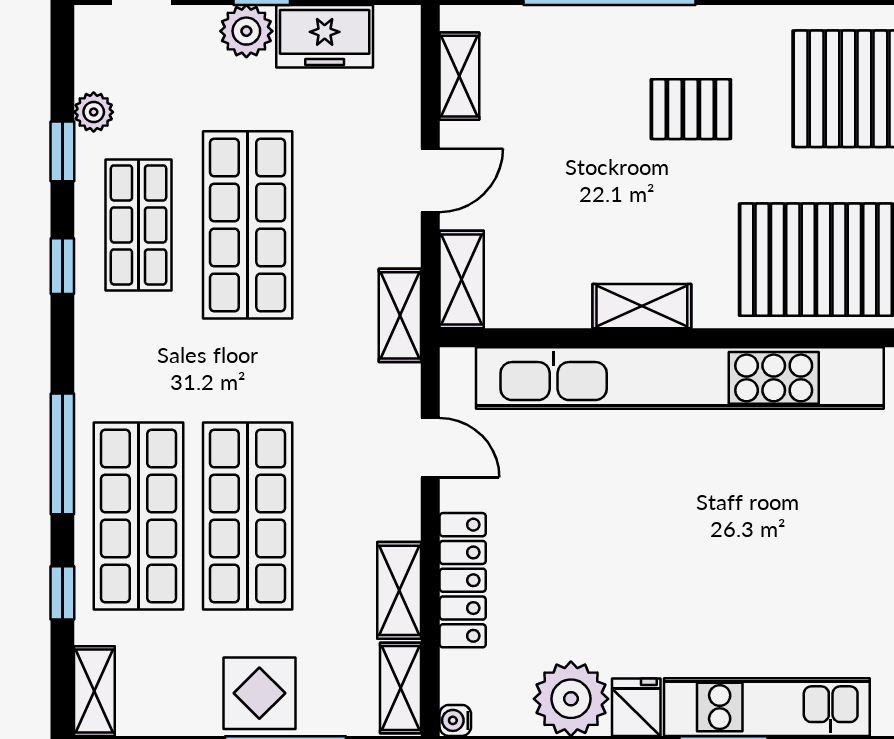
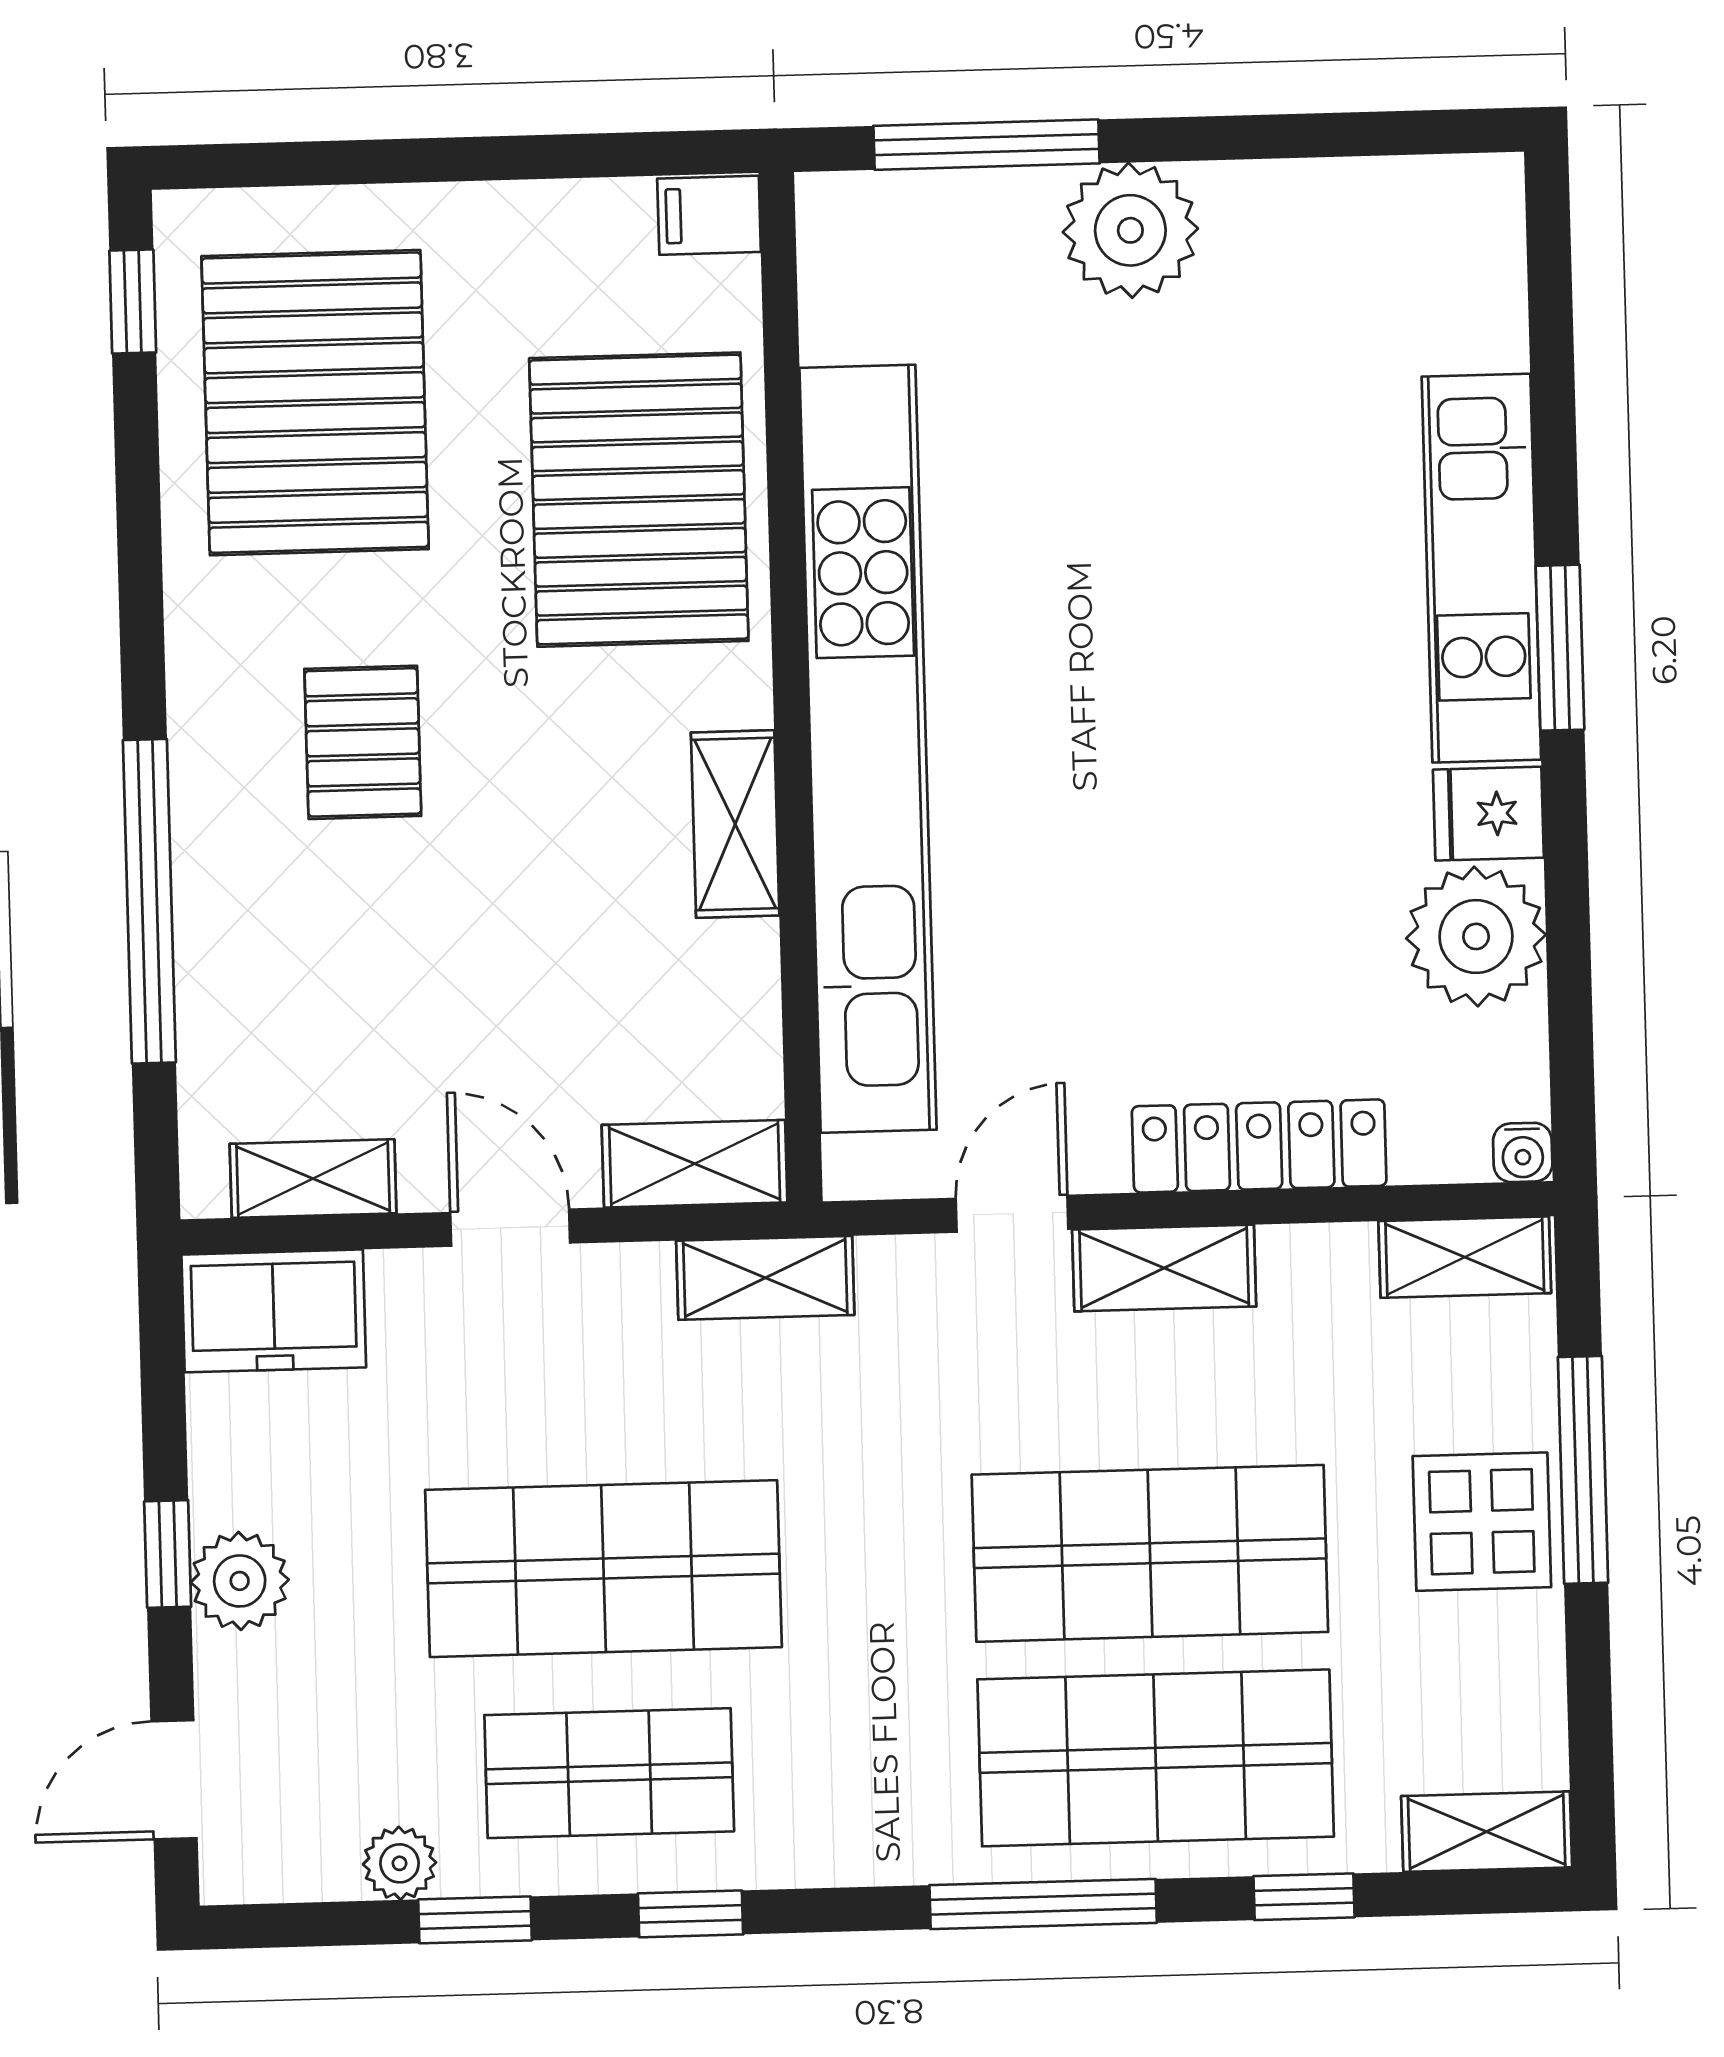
freezer: (325, 36) -> (274, 1311), moved, turned 90
shelving: (399, 590) -> (1164, 1268), moved

